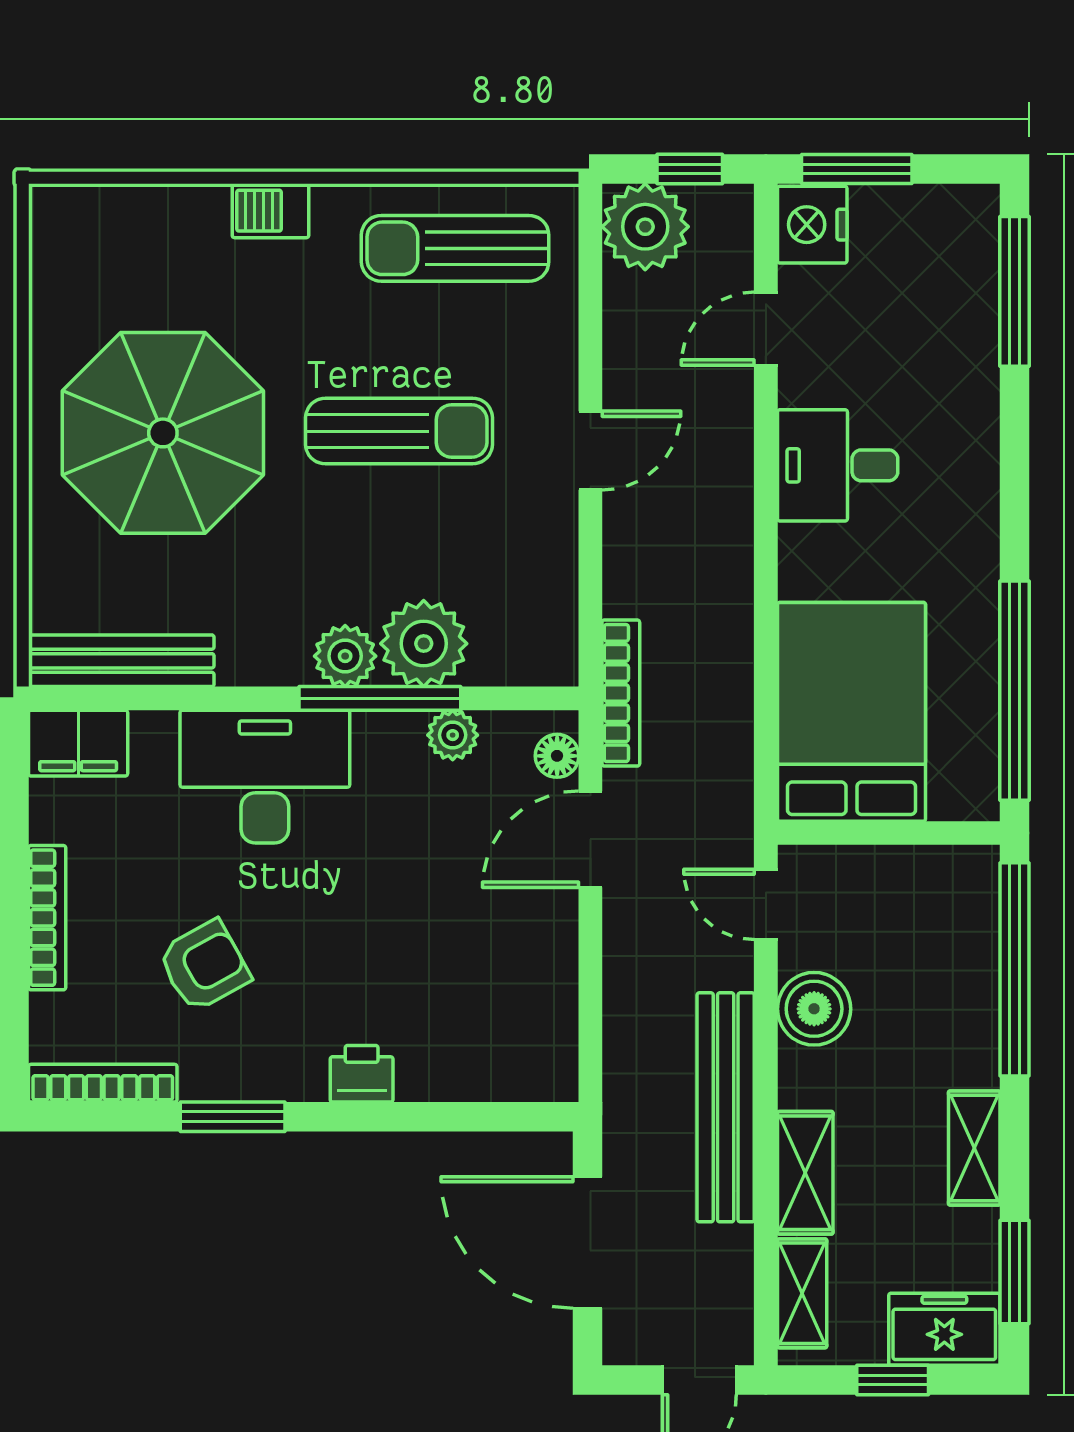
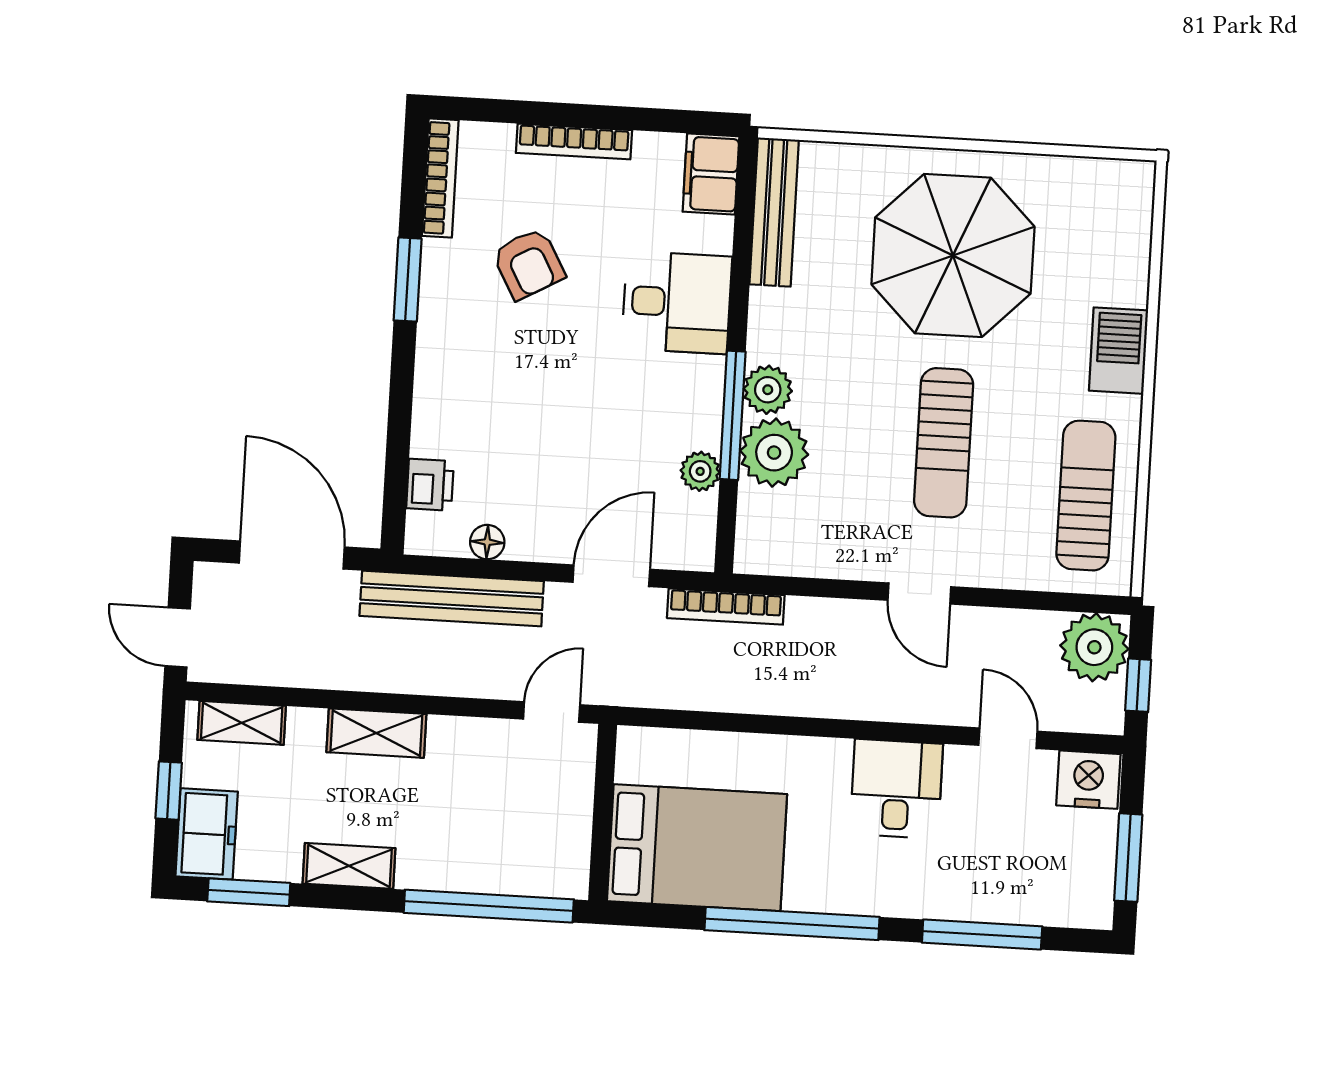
window: (857, 169) -> (1128, 858), moved
barbecue: (270, 211) -> (1118, 351), width x1.38, depth x1.27
window: (1015, 291) -> (982, 935), moved
window: (1015, 691) -> (792, 924), moved
bed: (851, 712) -> (697, 848), moved
floor lamp: (557, 756) -> (487, 542), moved
desk: (265, 777) -> (677, 302), width x0.73
door: (590, 839) -> (611, 576), hinge flipped
boiler: (814, 1009) -> (467, 745), removed
printer: (362, 1074) -> (430, 485), moved
bench: (726, 1107) -> (452, 599), moved
shelving: (805, 1173) -> (376, 733), moved
door: (587, 1242) -> (292, 555), hinge flipped

